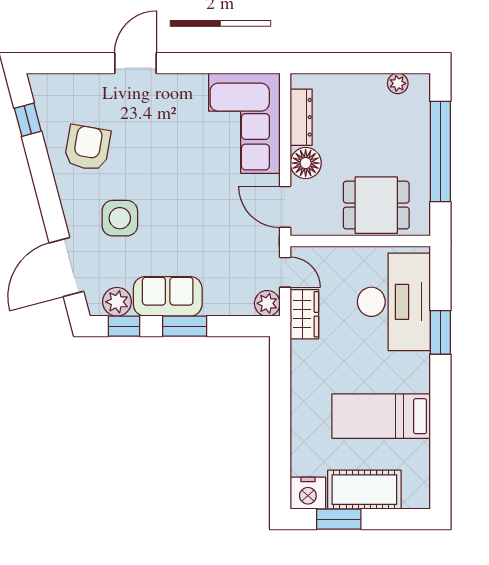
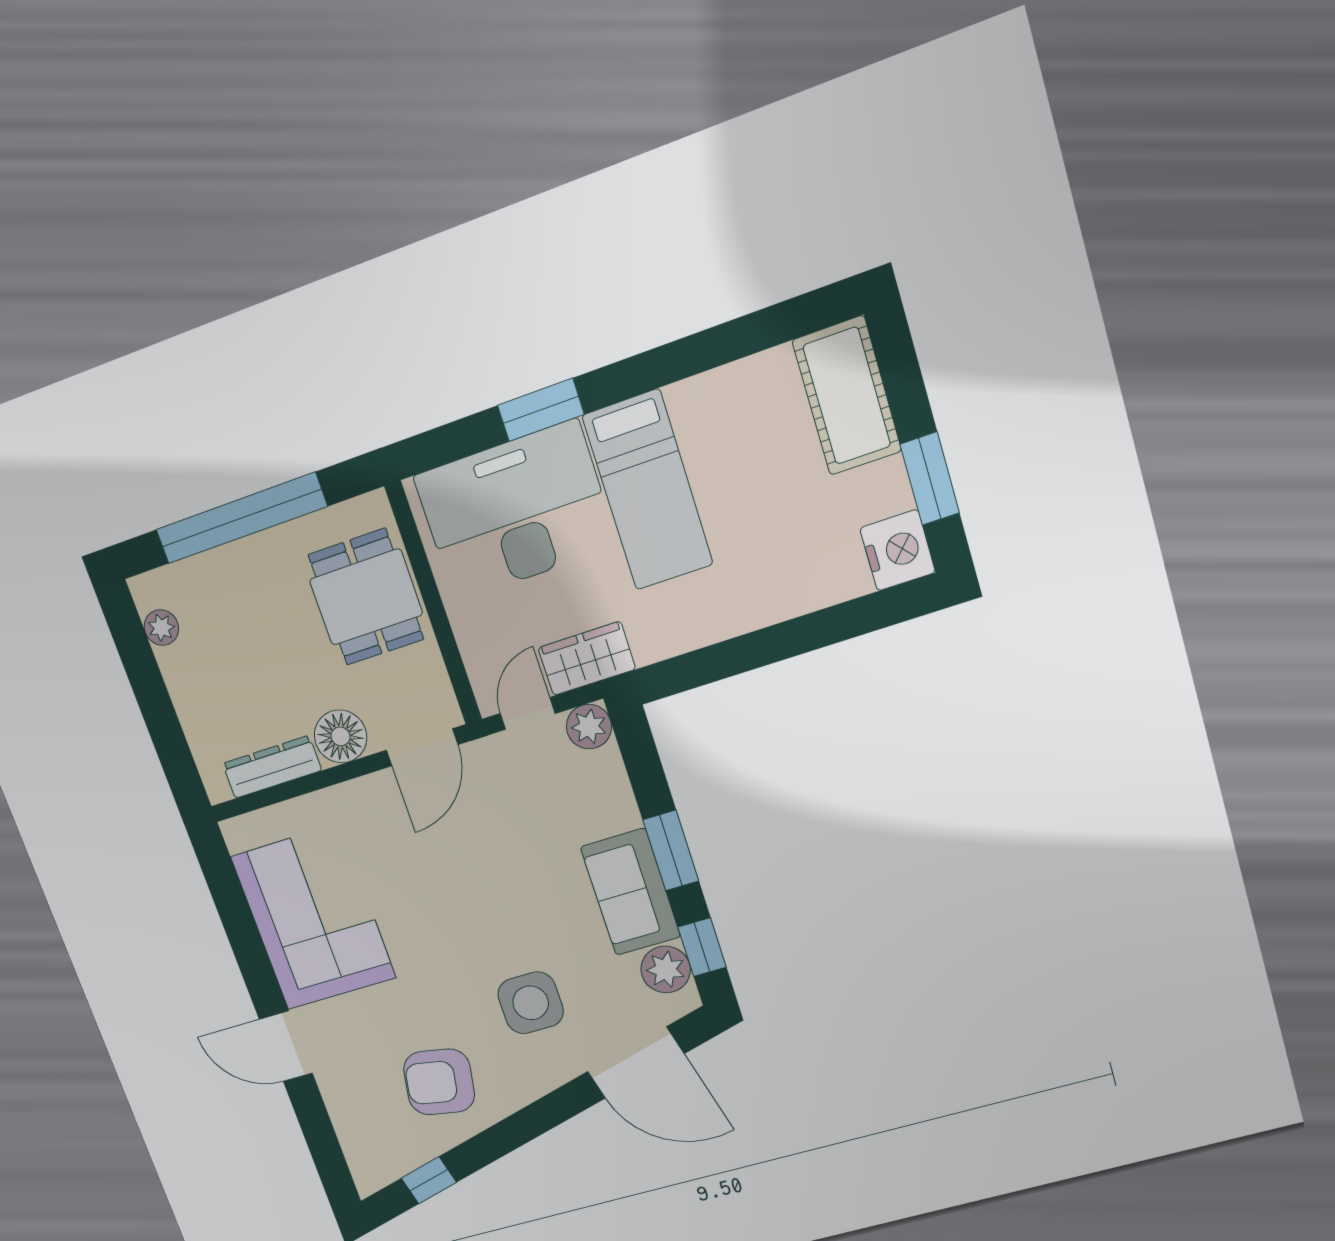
corner sofa: (244, 123) -> (313, 917), moved, turned -90
bed: (381, 416) -> (648, 490), moved
cot: (364, 490) -> (847, 396), moved

